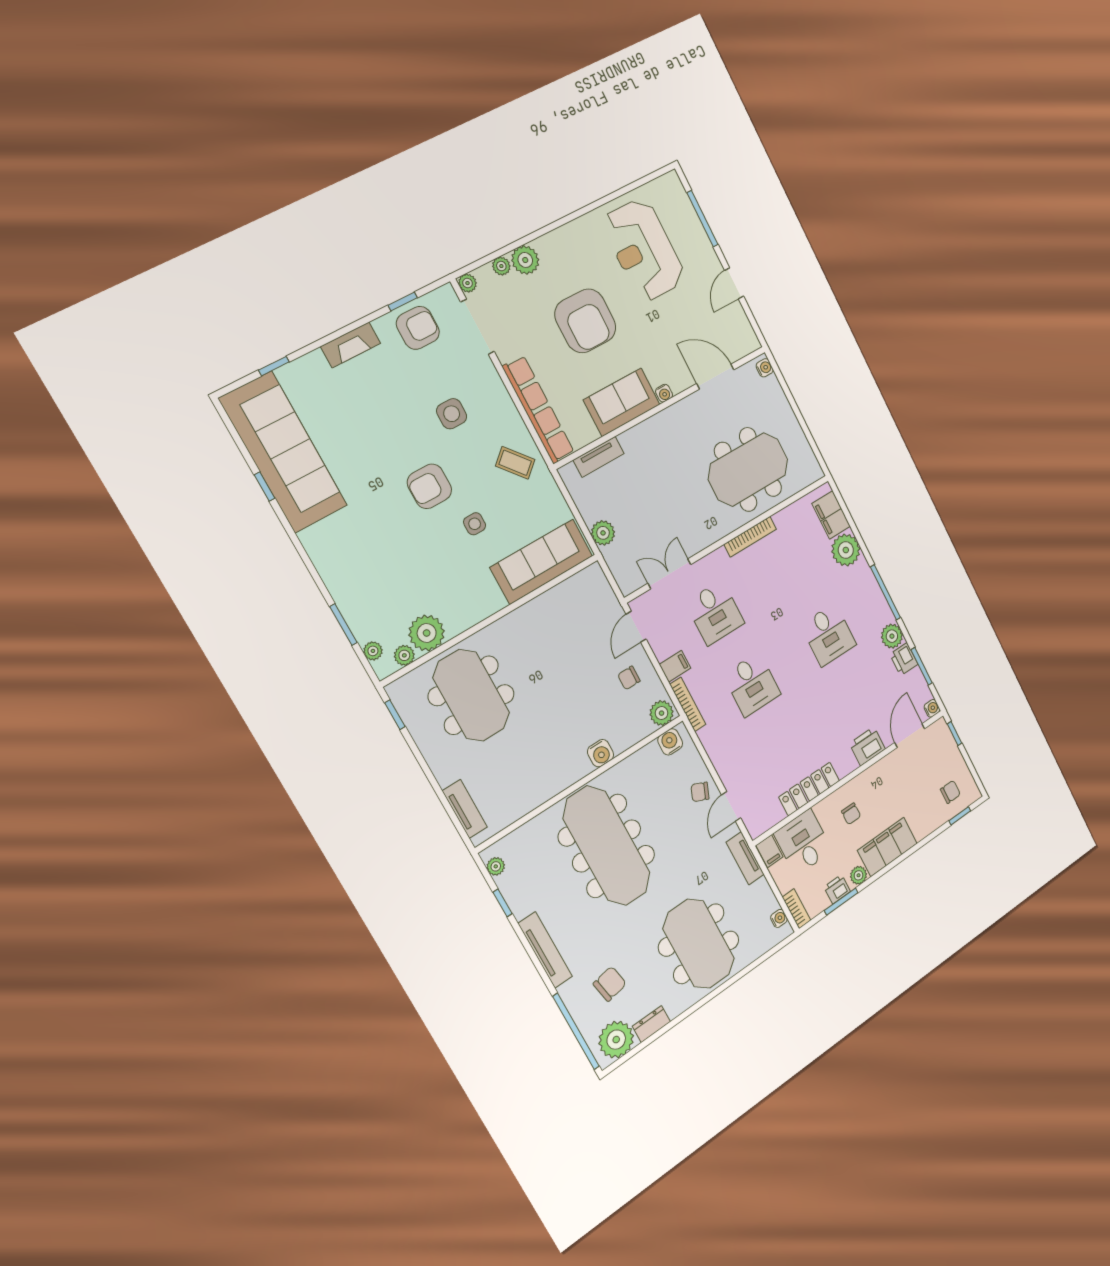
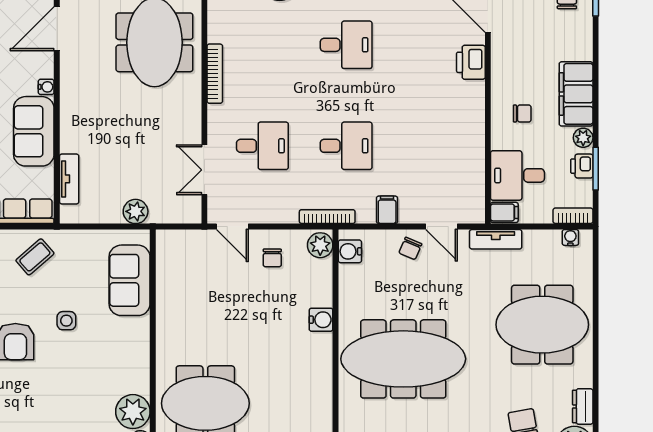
sofa: (542, 562) -> (130, 280), width x0.73
filing cabinet: (675, 666) -> (387, 210), moved
locker: (809, 789) -> (473, 143), removed

